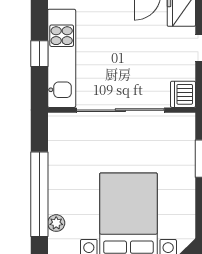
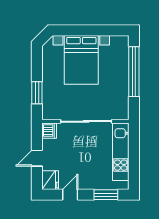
window: (39, 54) -> (134, 154), removed
plant: (56, 223) -> (124, 55), removed

